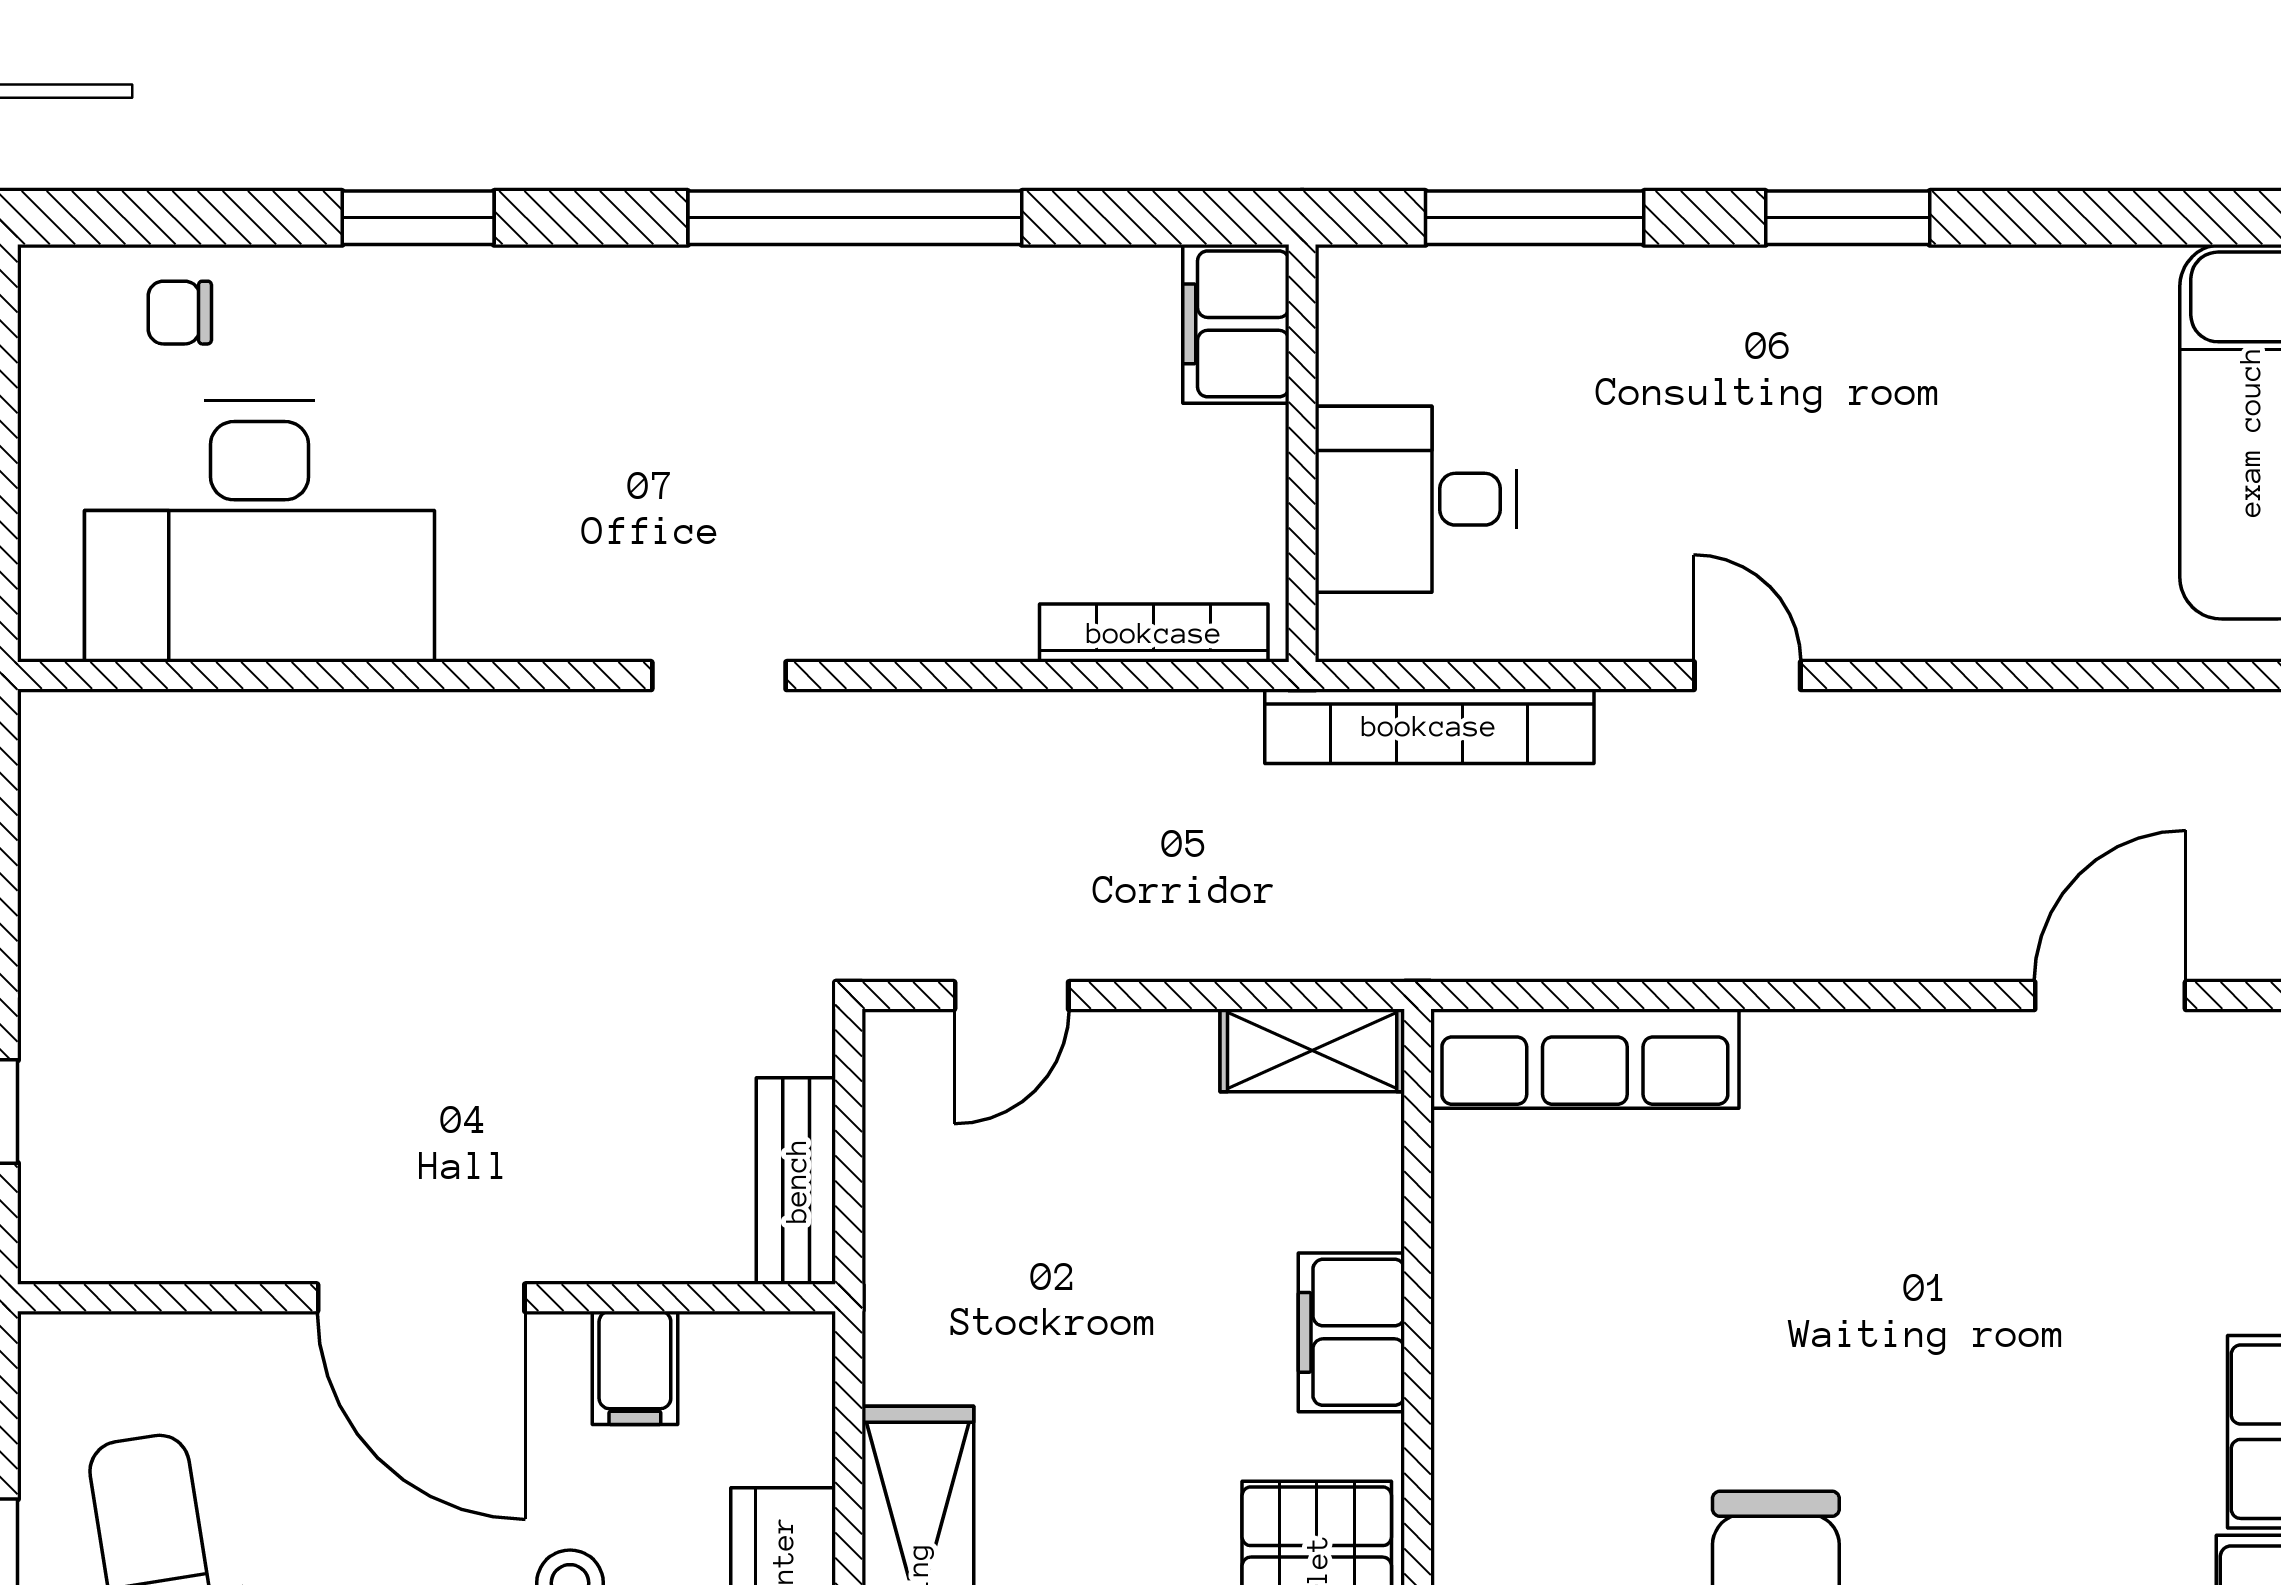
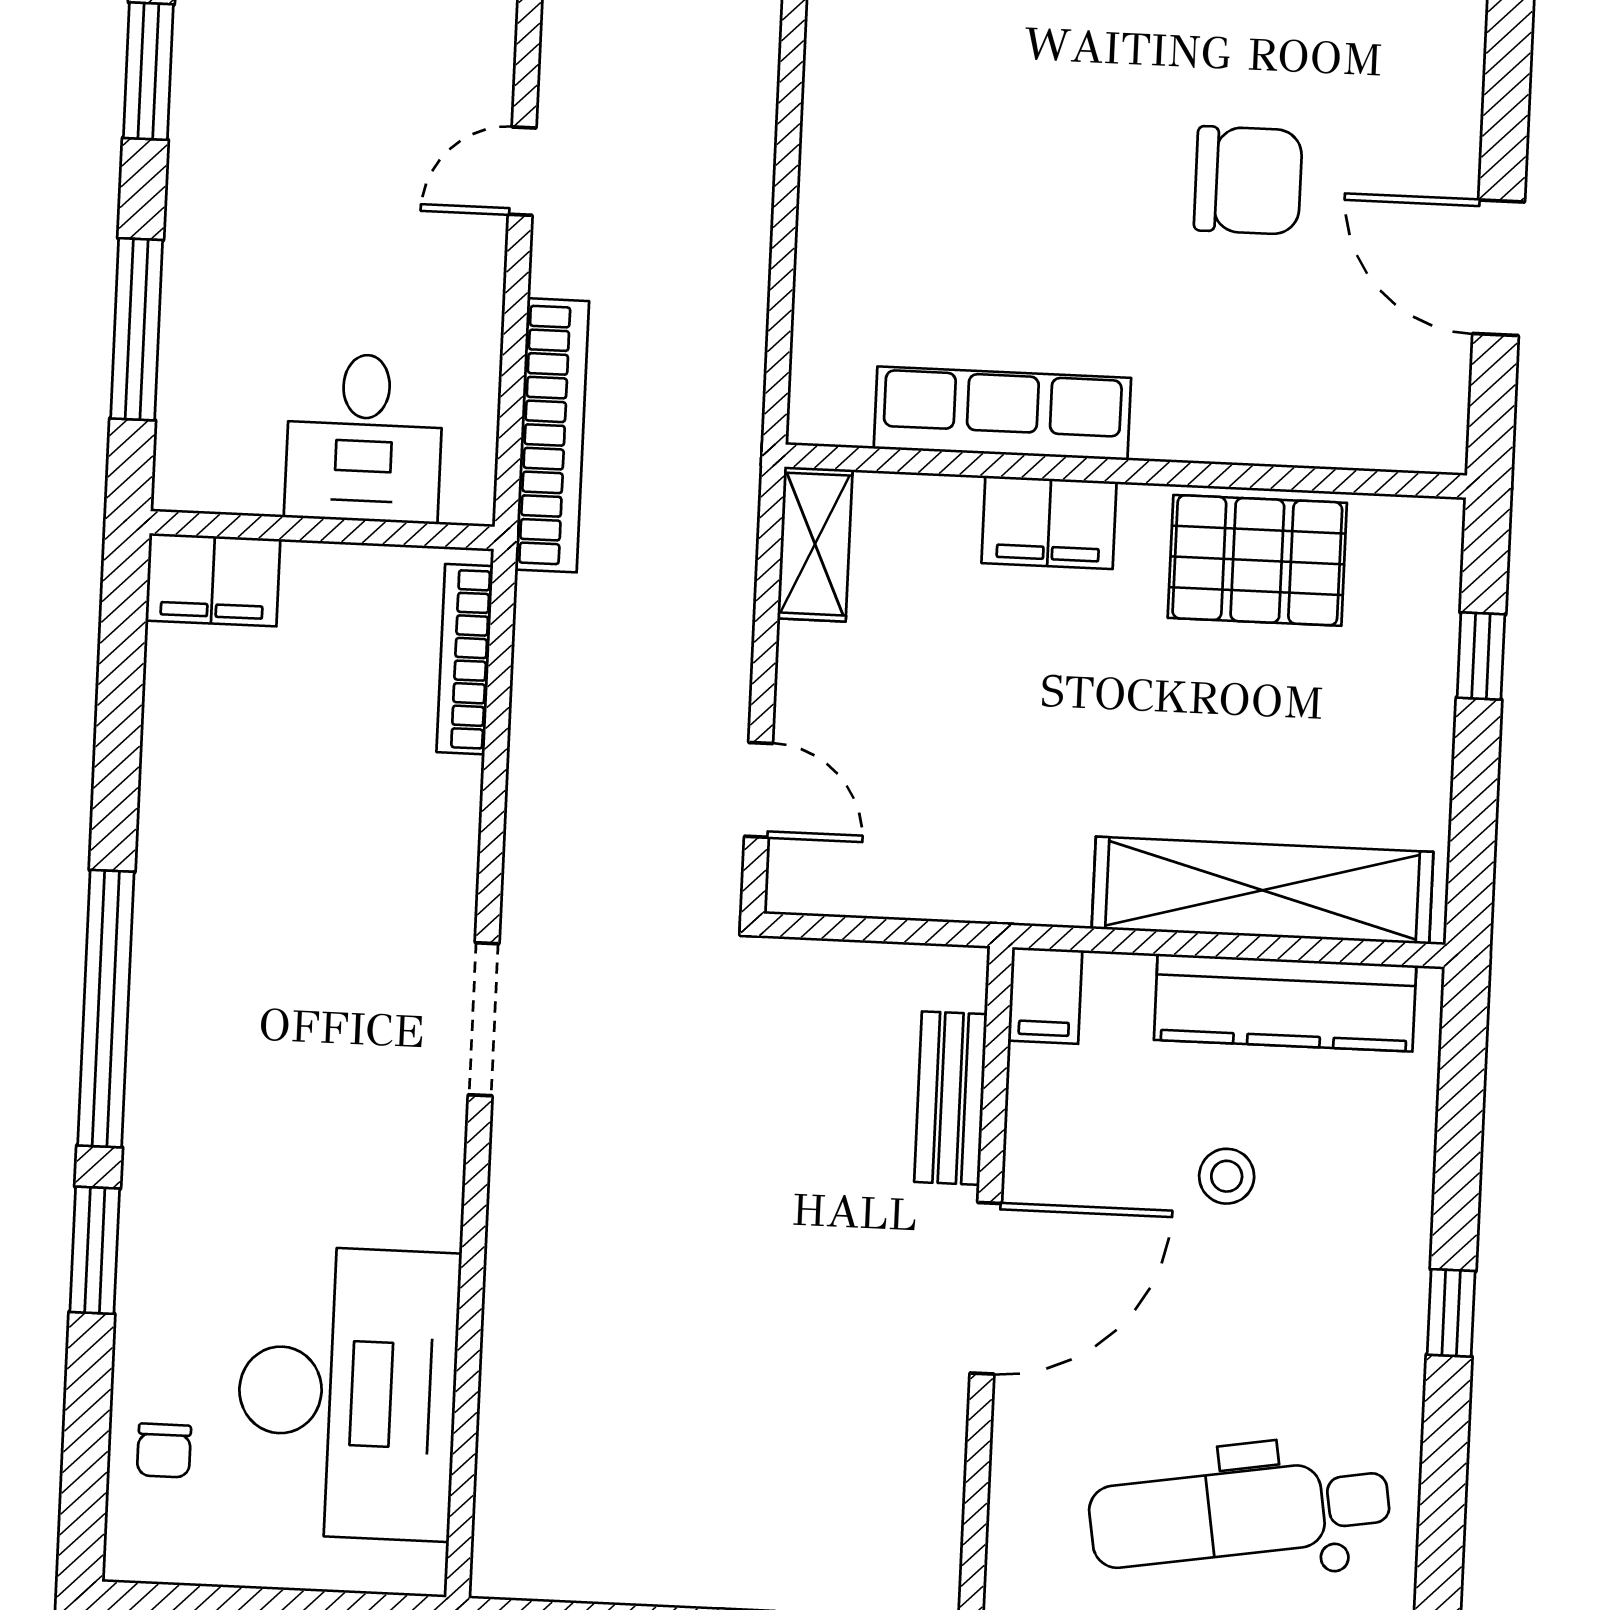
window: (855, 218) -> (106, 1009), moved
doorway: (719, 676) -> (484, 1019), width x1.38
row of seats: (1585, 1059) -> (1002, 413), moved, turned -90
bench: (796, 1181) -> (951, 1098), moved, turned 90
filing cabinet: (635, 1368) -> (1045, 995), moved, turned 90

